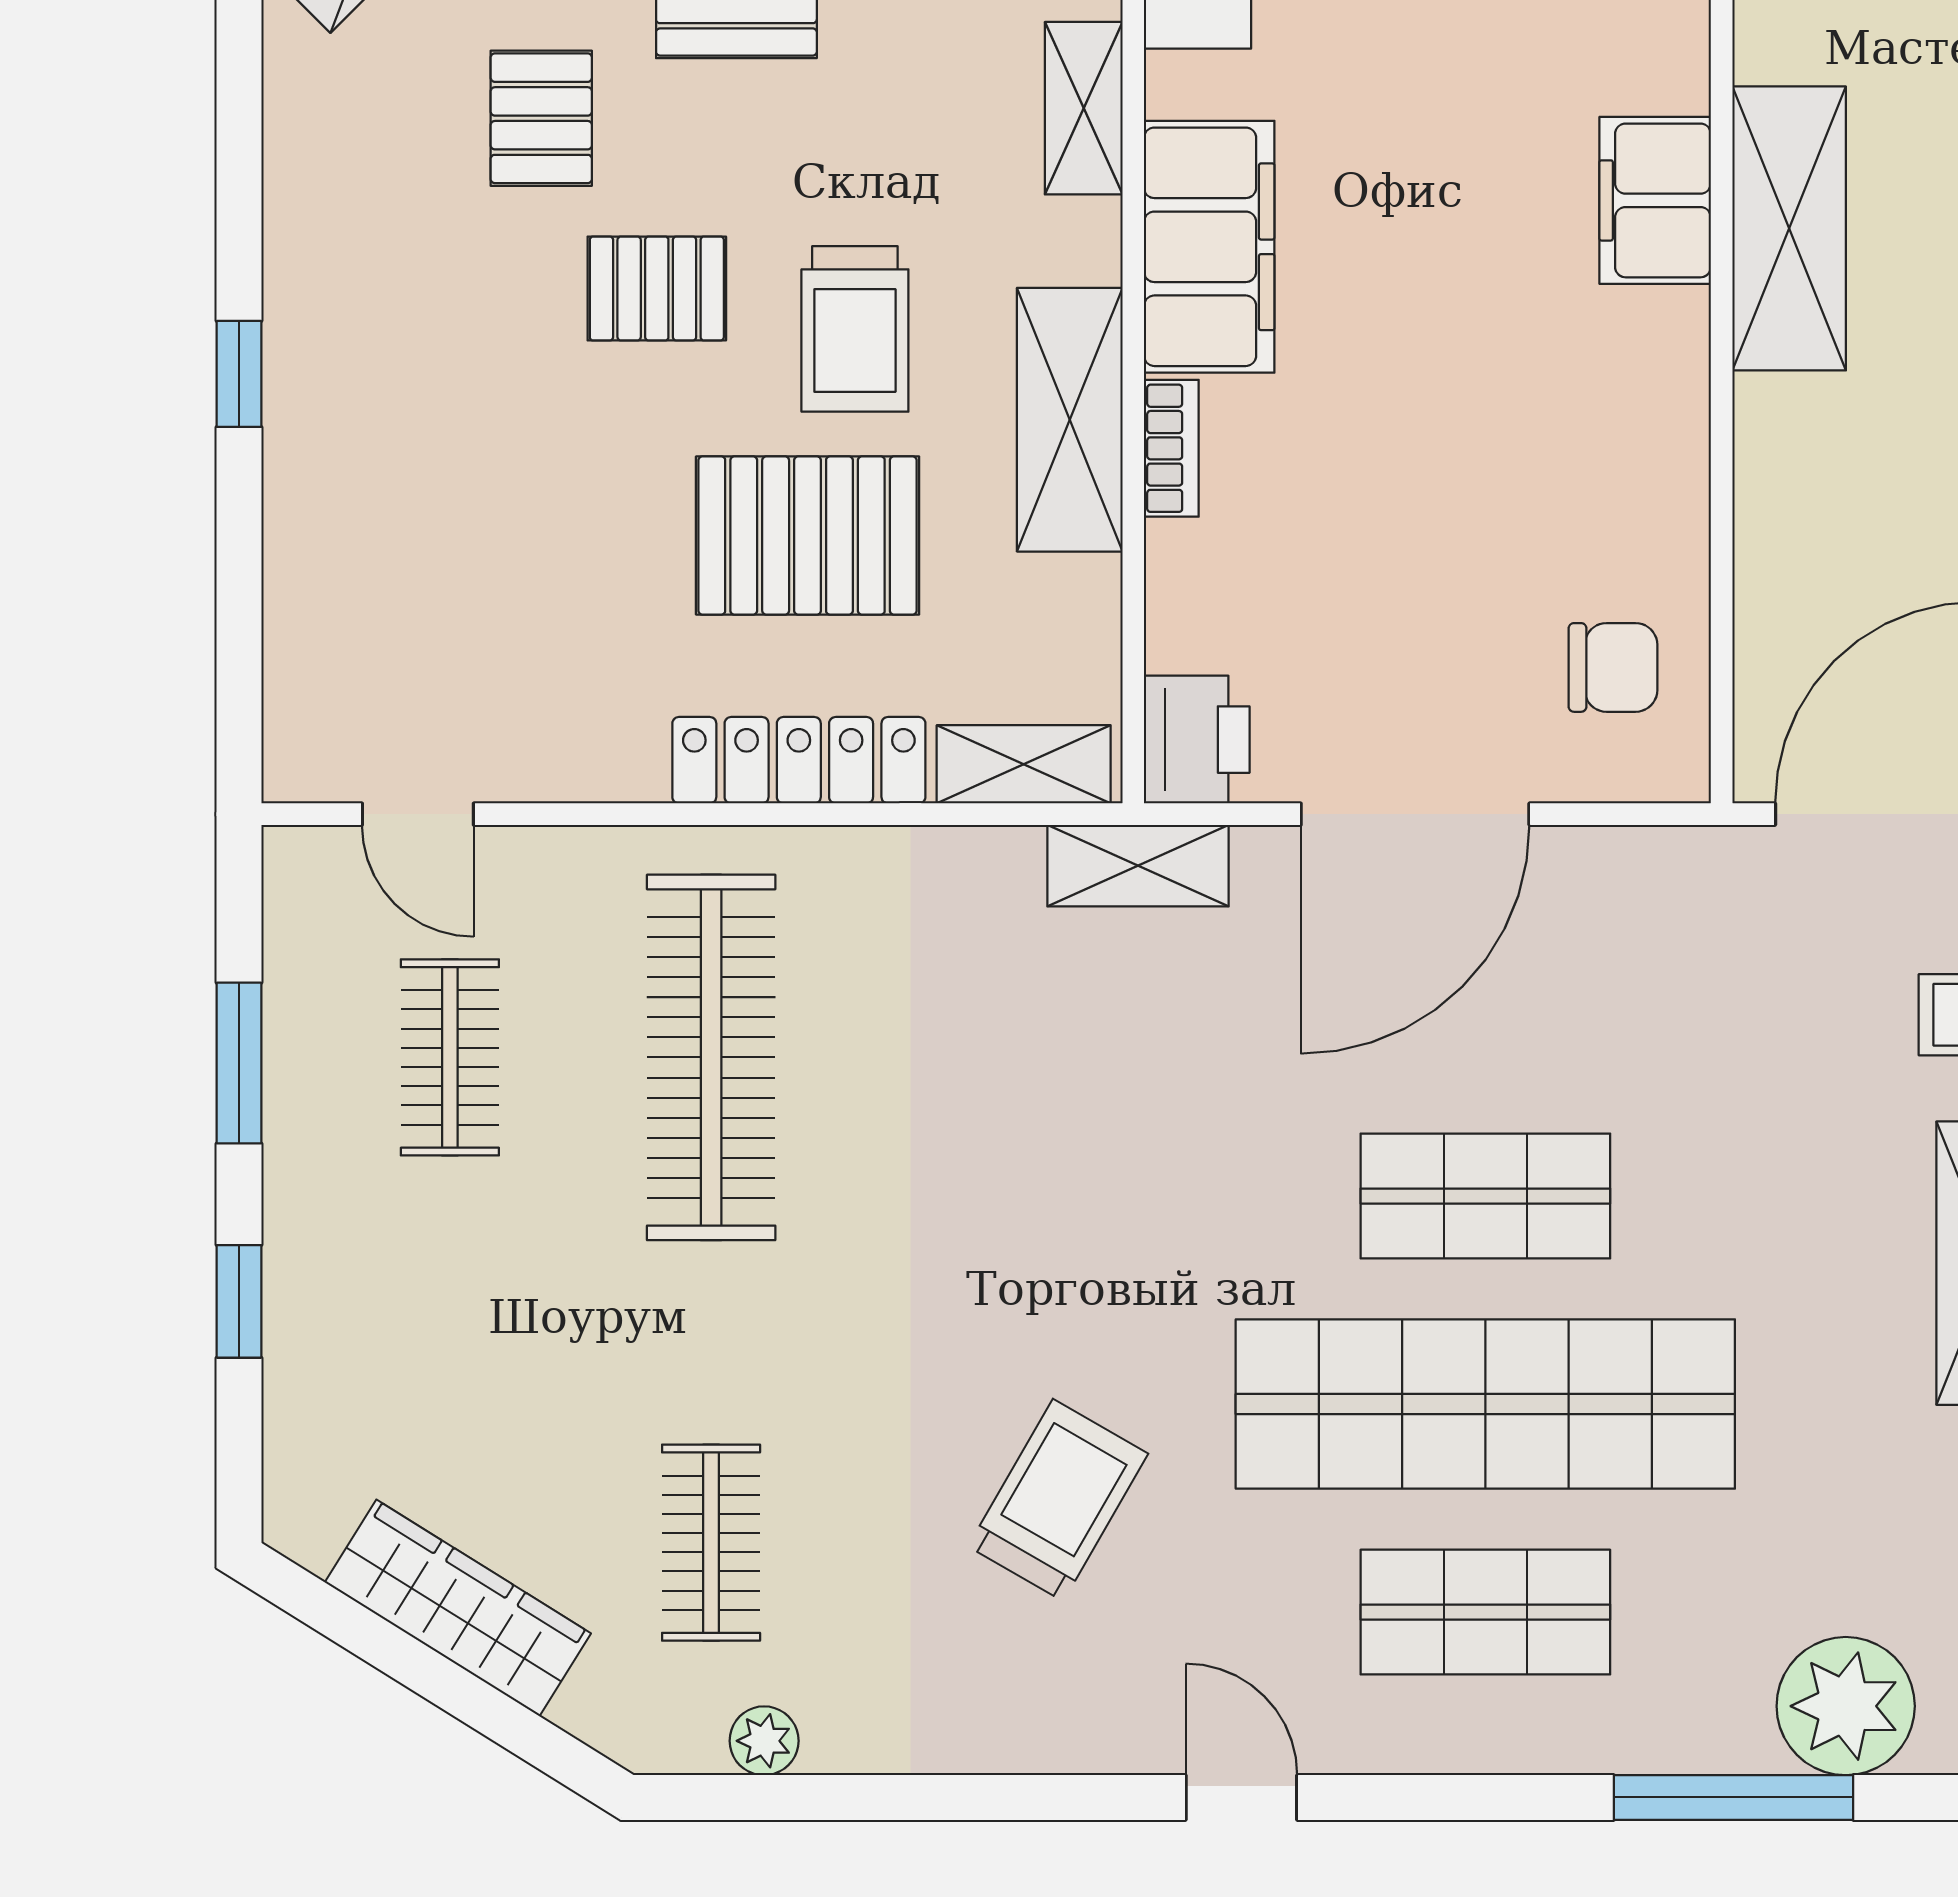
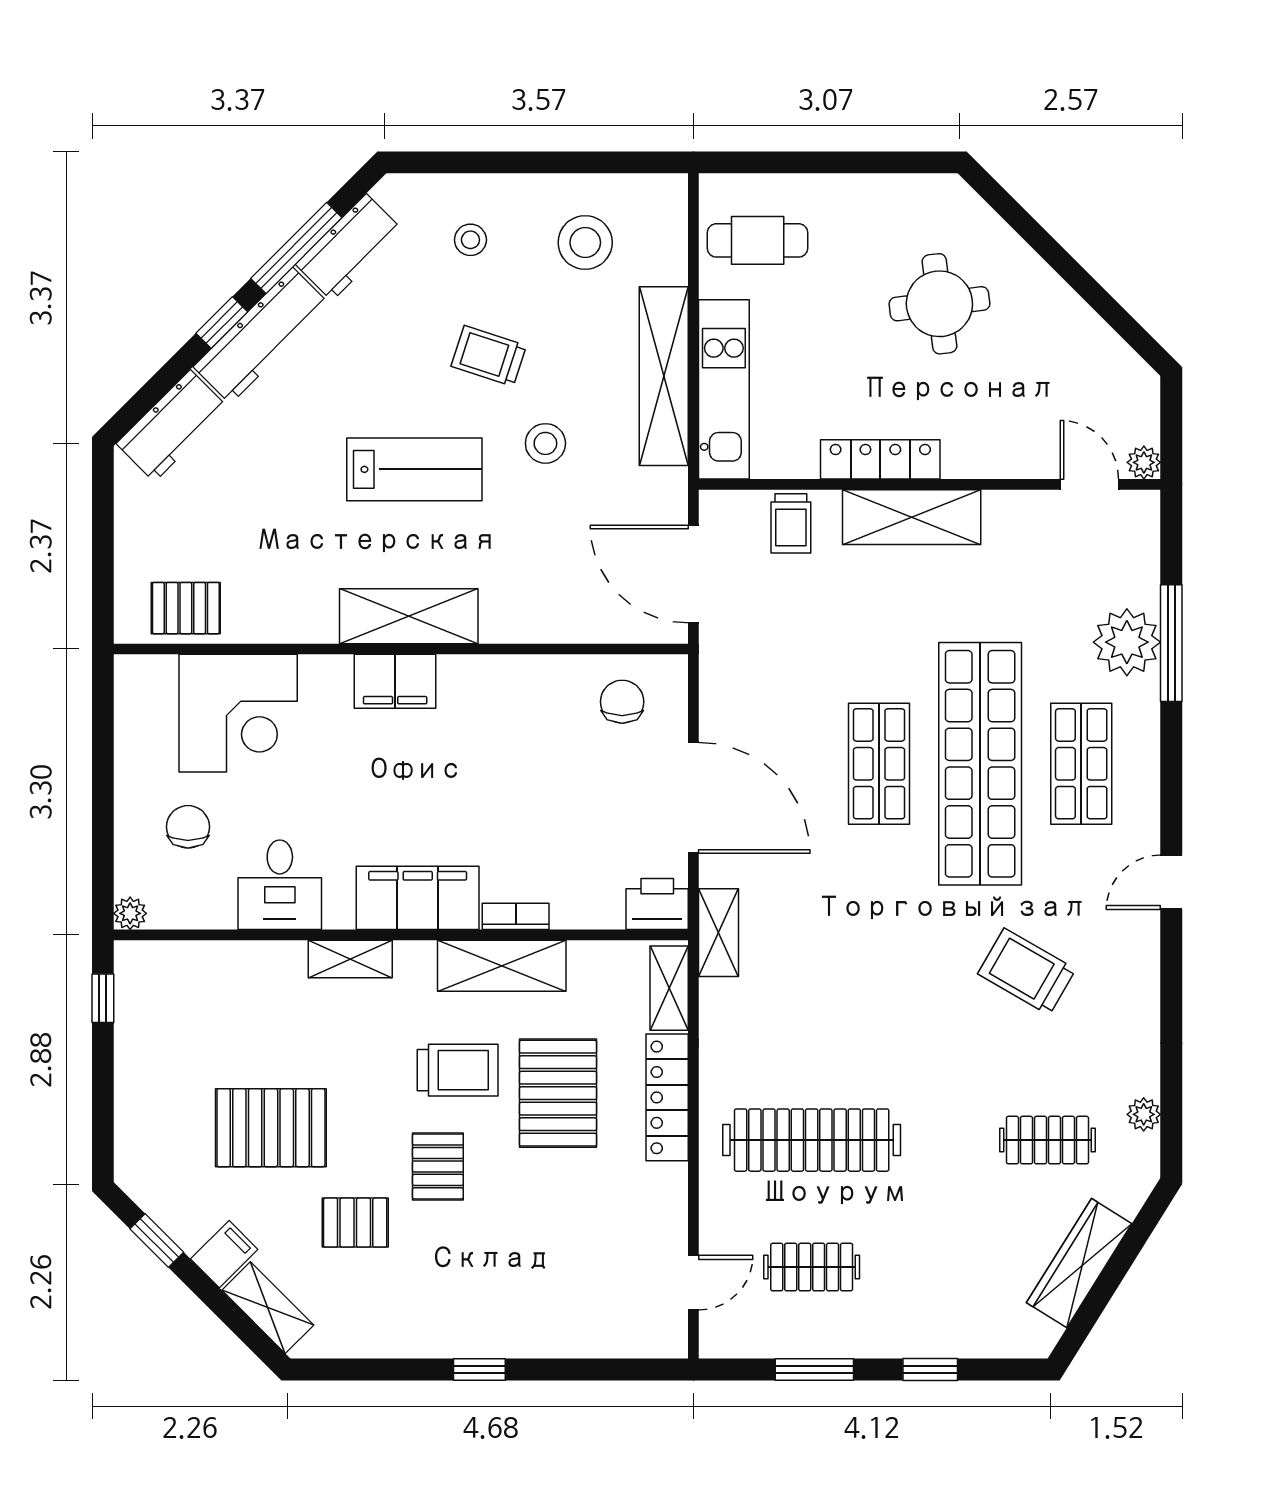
plant: (1846, 1706) -> (1127, 642), moved

